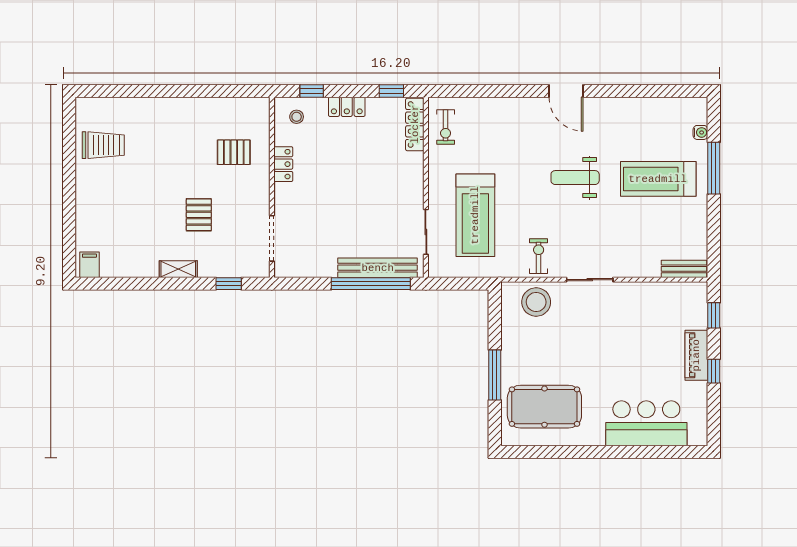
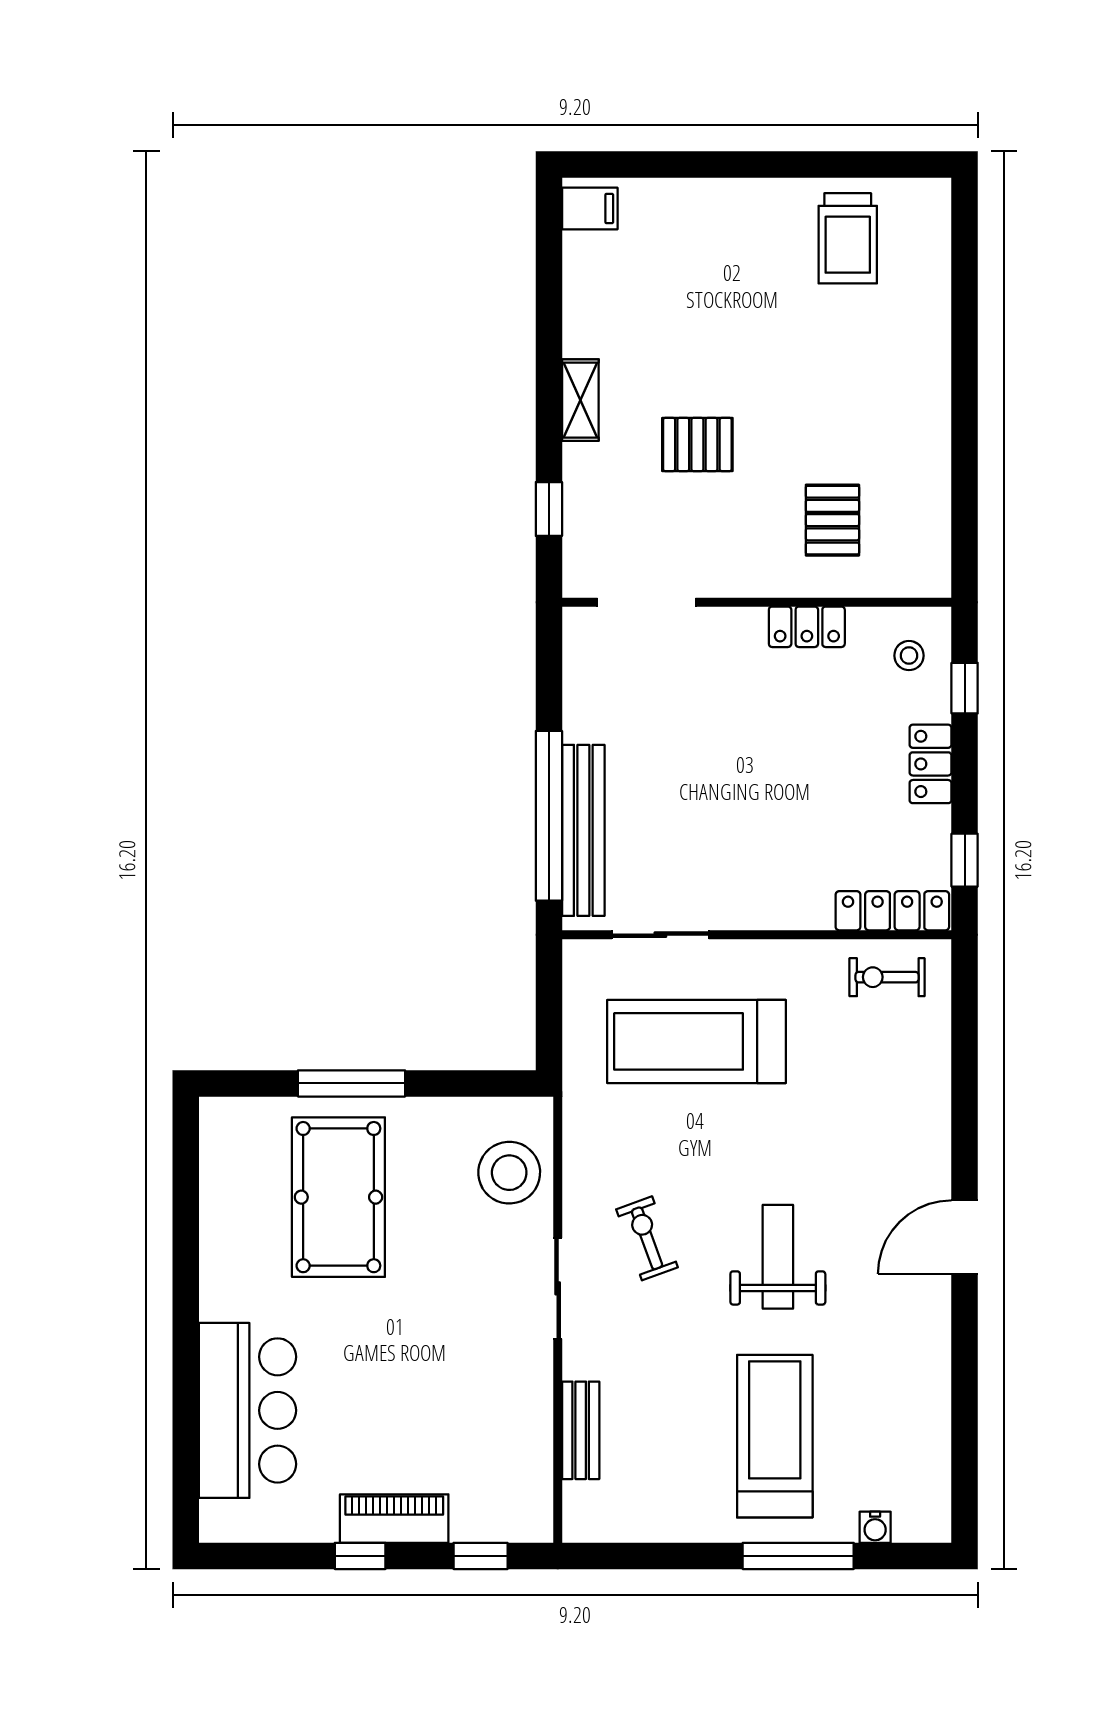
exercise bike: (539, 256) -> (647, 1238), moved, turned -110
bench: (684, 269) -> (581, 1430), moved
pool table: (544, 407) -> (338, 1197), moved

